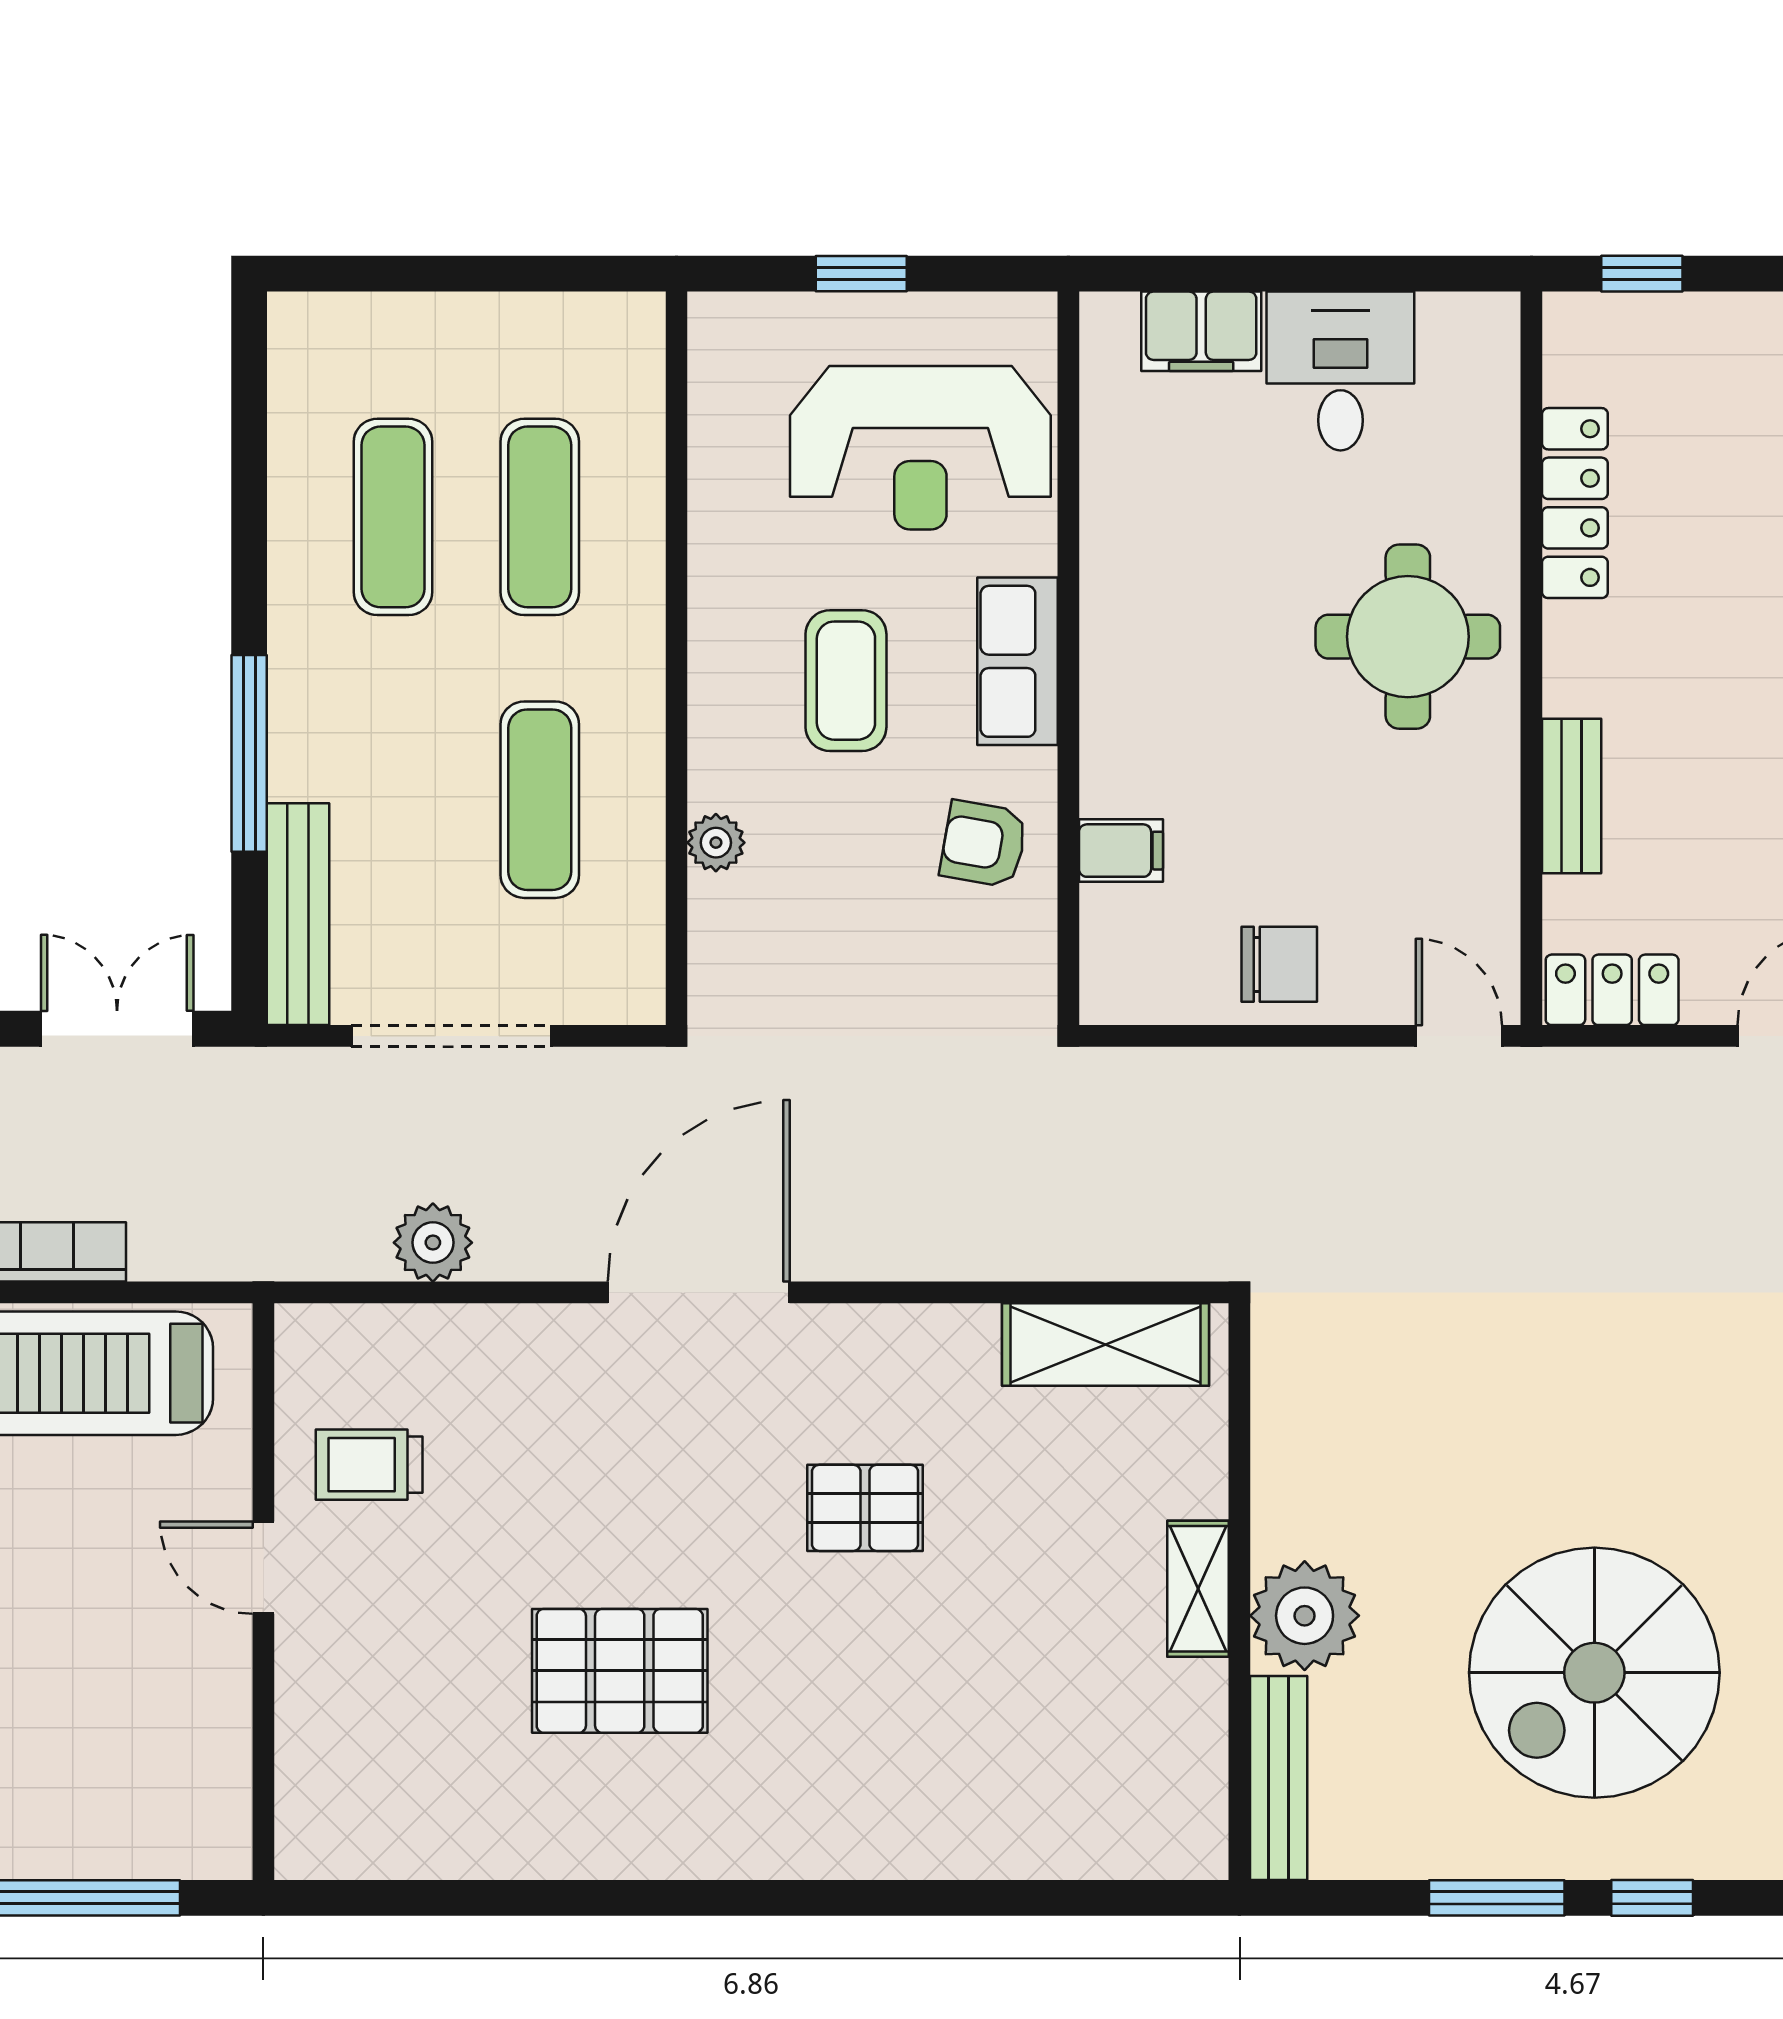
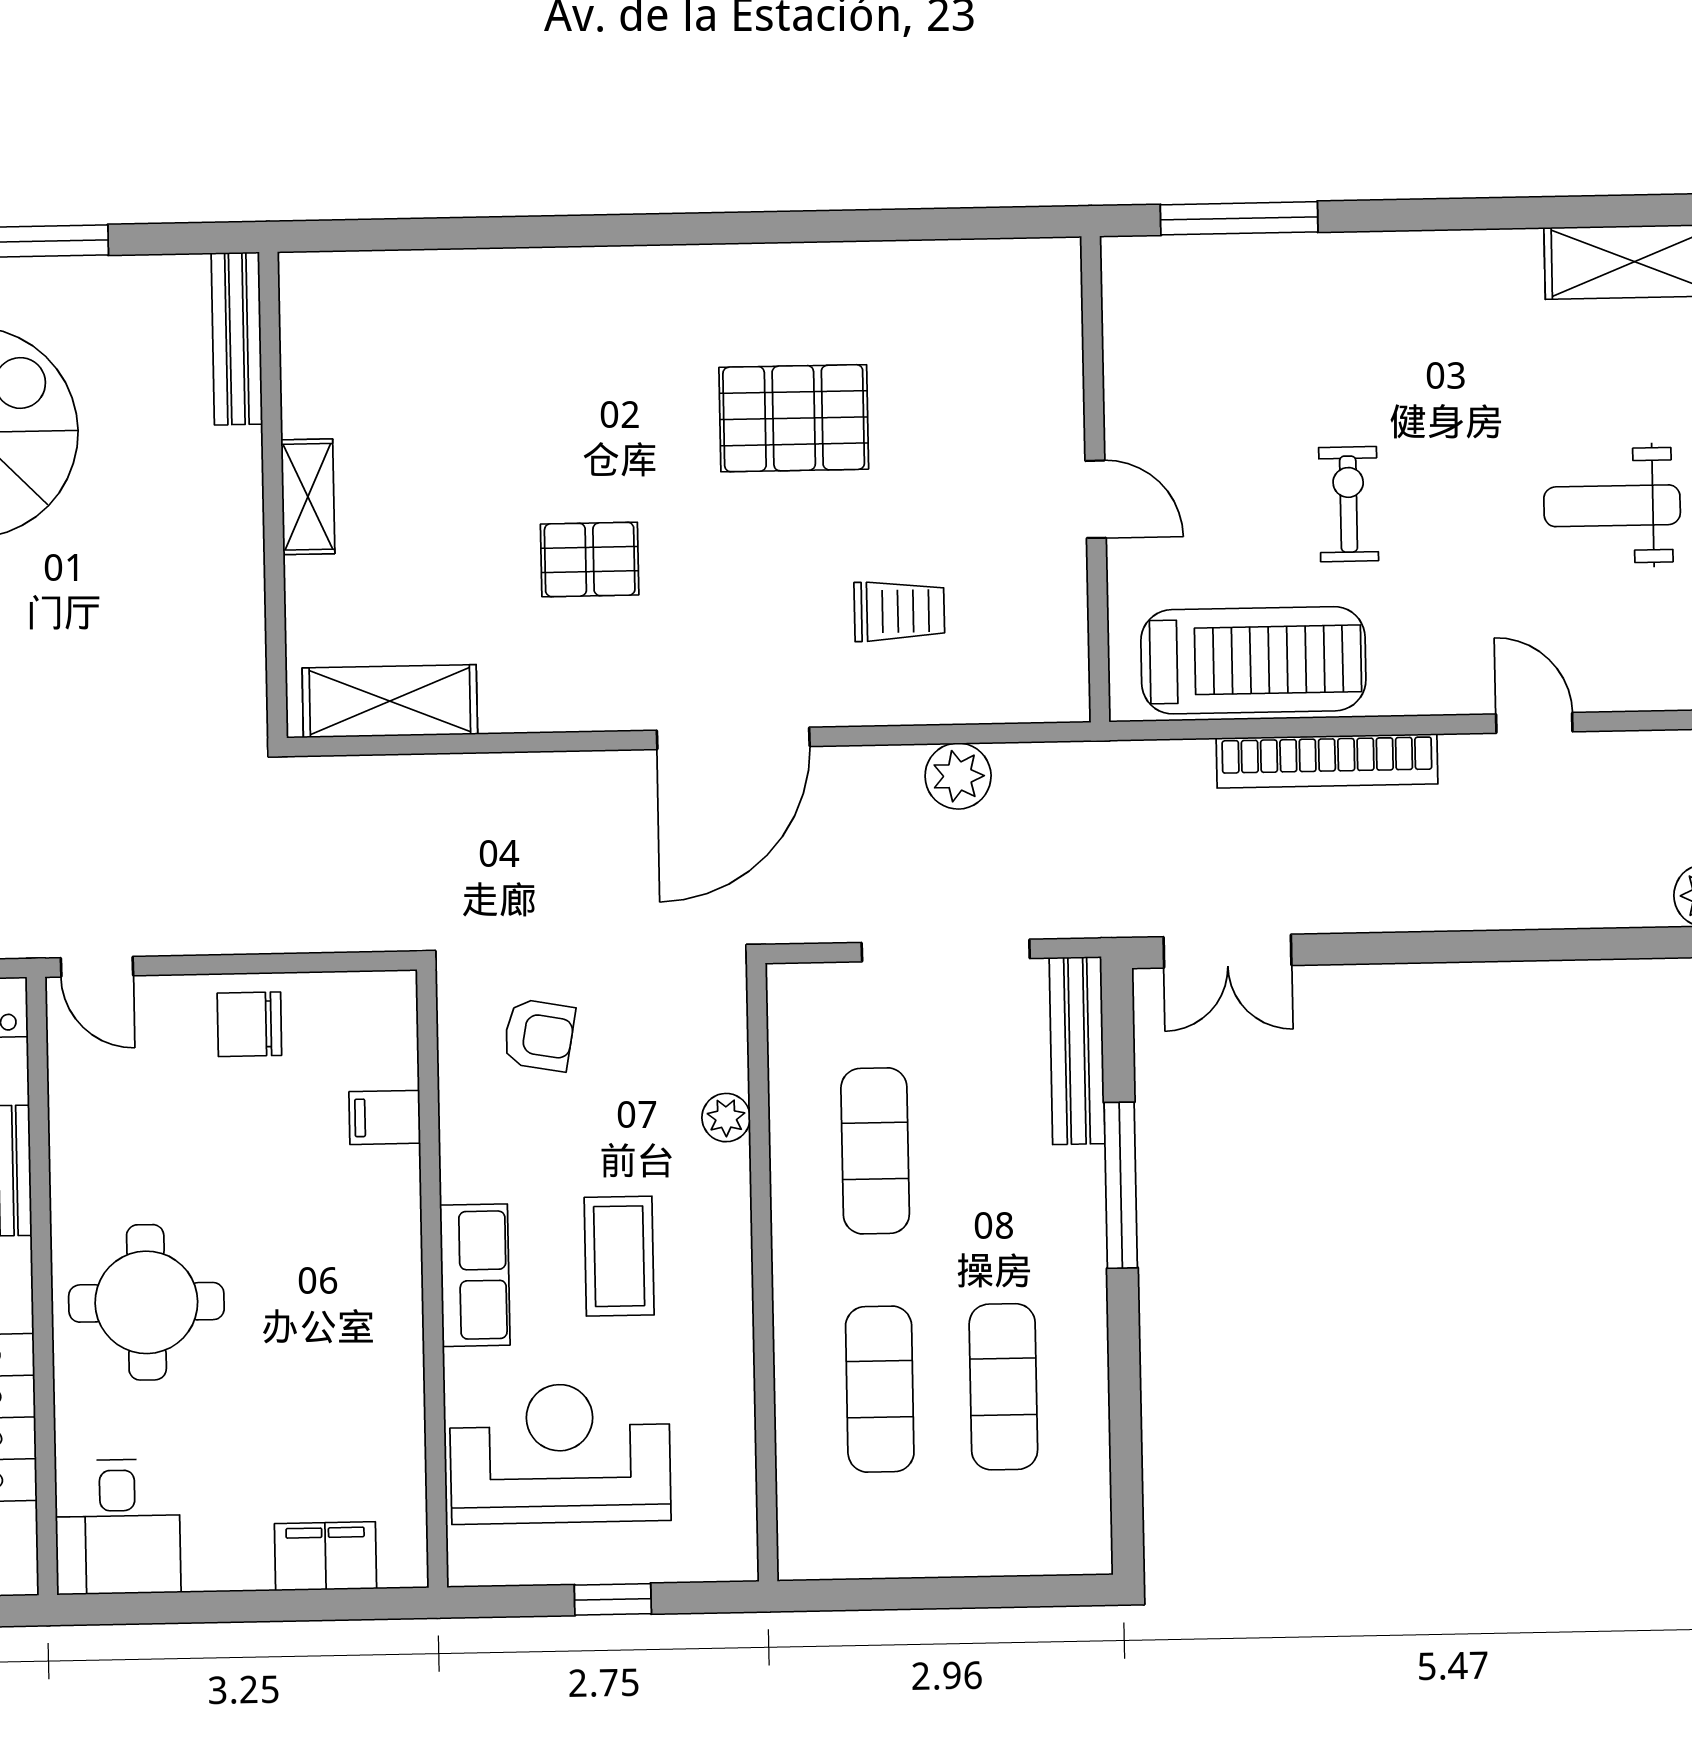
desk: (1340, 371) -> (118, 1527), moved
armchair: (984, 844) -> (539, 1035), moved
trolley: (369, 1465) -> (899, 611), moved
plant: (1305, 1616) -> (218, 476), removed

